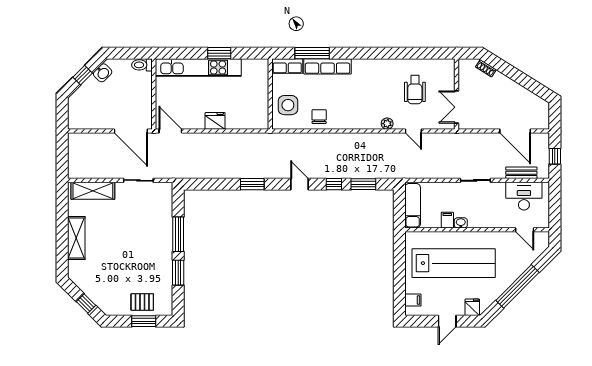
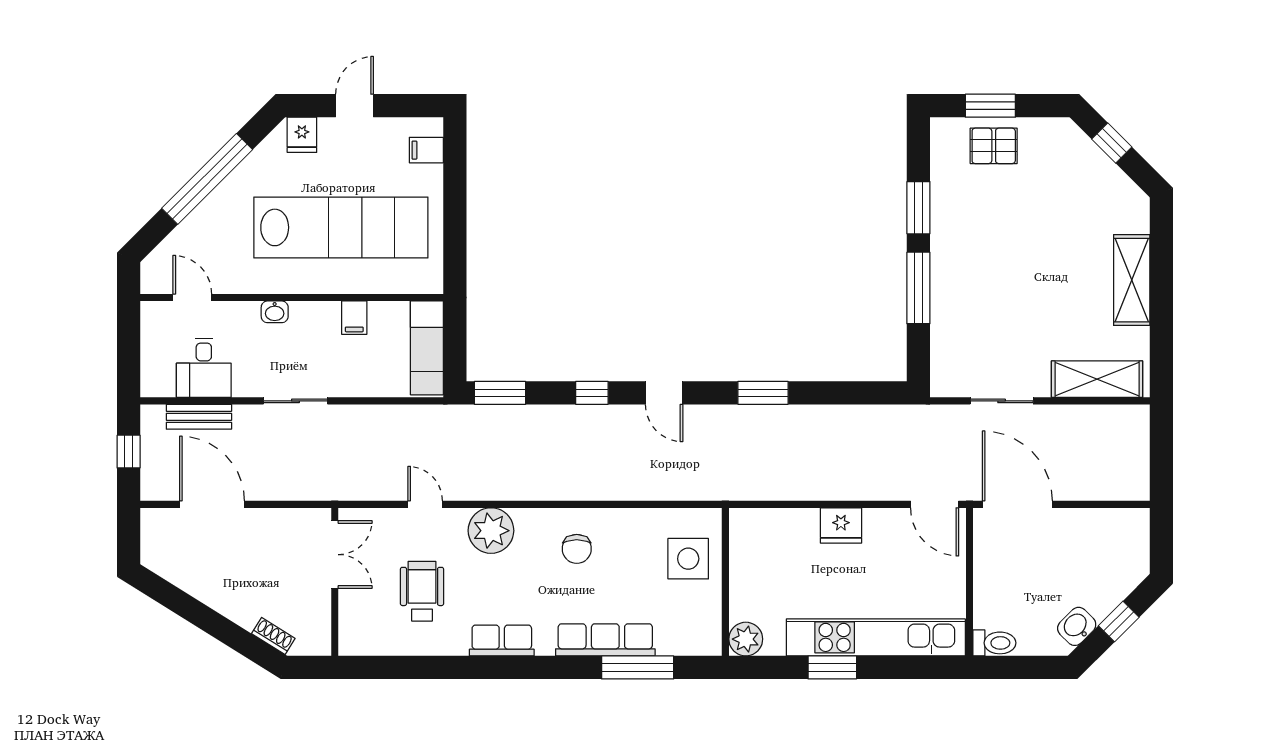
row of seats: (287, 66) -> (502, 640), moved
plant: (261, 67) -> (746, 639), added
chair: (319, 117) -> (577, 549), moved
plant: (387, 124) -> (491, 531), width x1.87, depth x1.87
window: (363, 184) -> (500, 393), moved
desk: (524, 196) -> (204, 368), width x0.73
washbasin: (461, 223) -> (275, 312), moved
lab bench: (454, 263) -> (341, 227), turned 180

